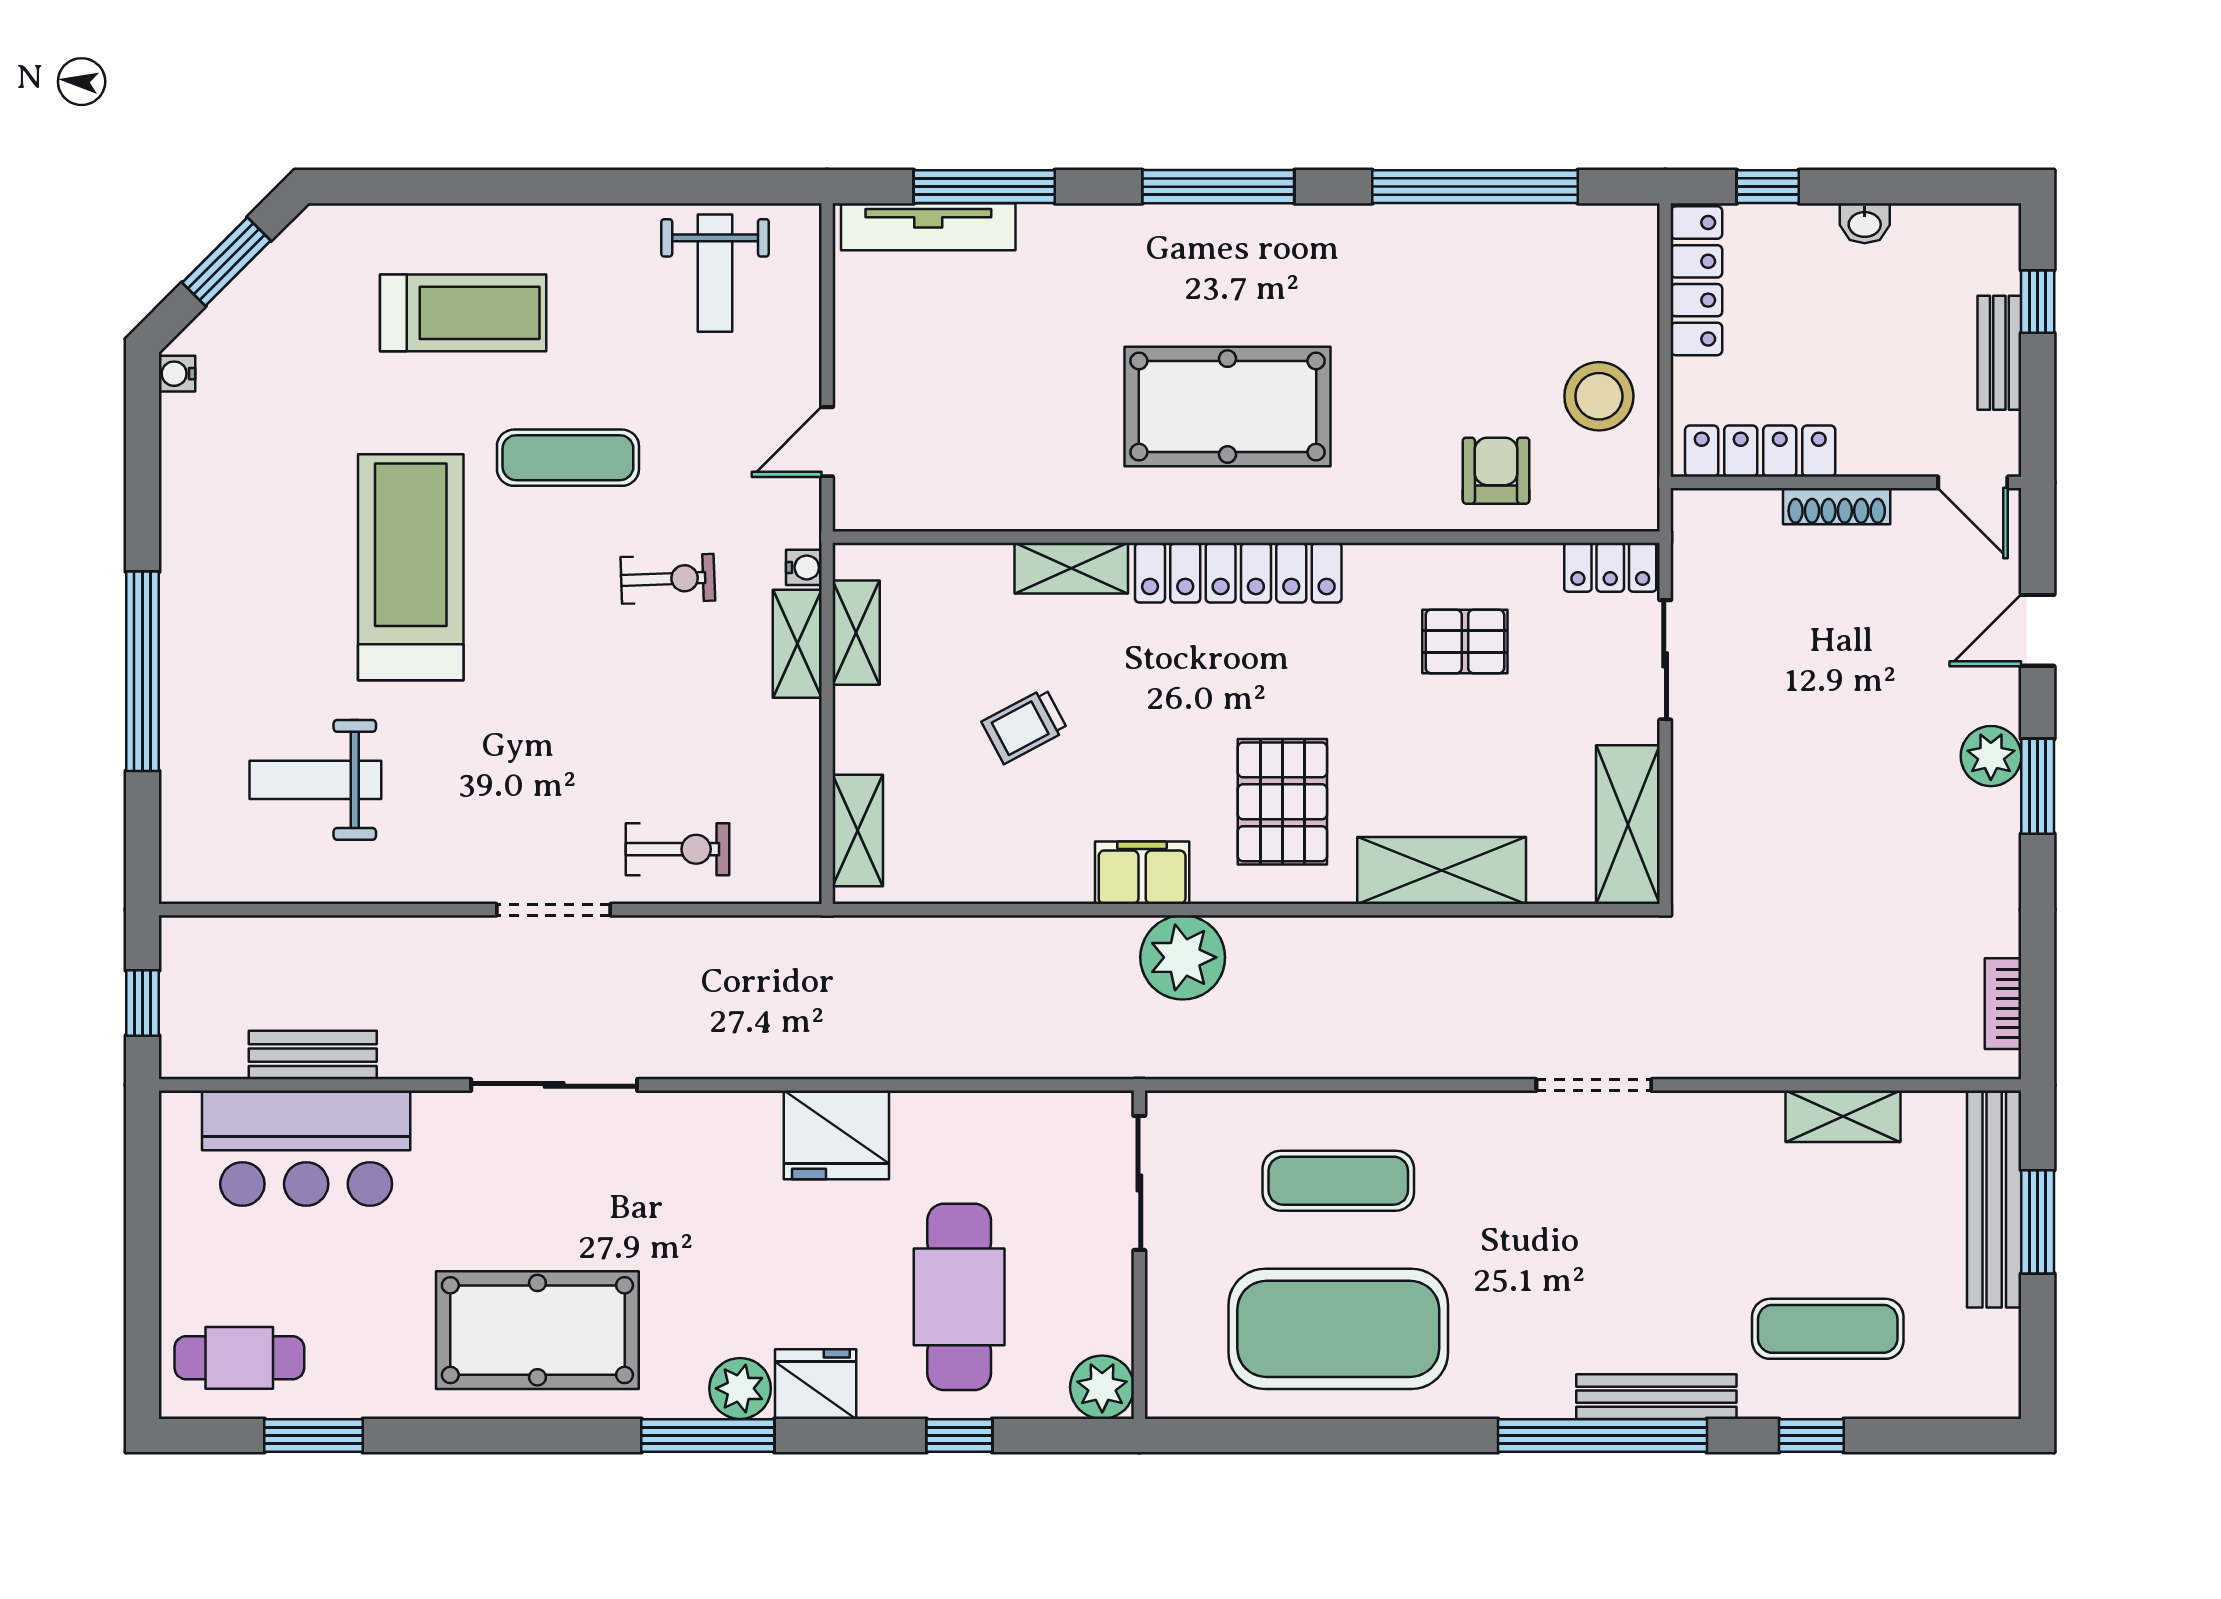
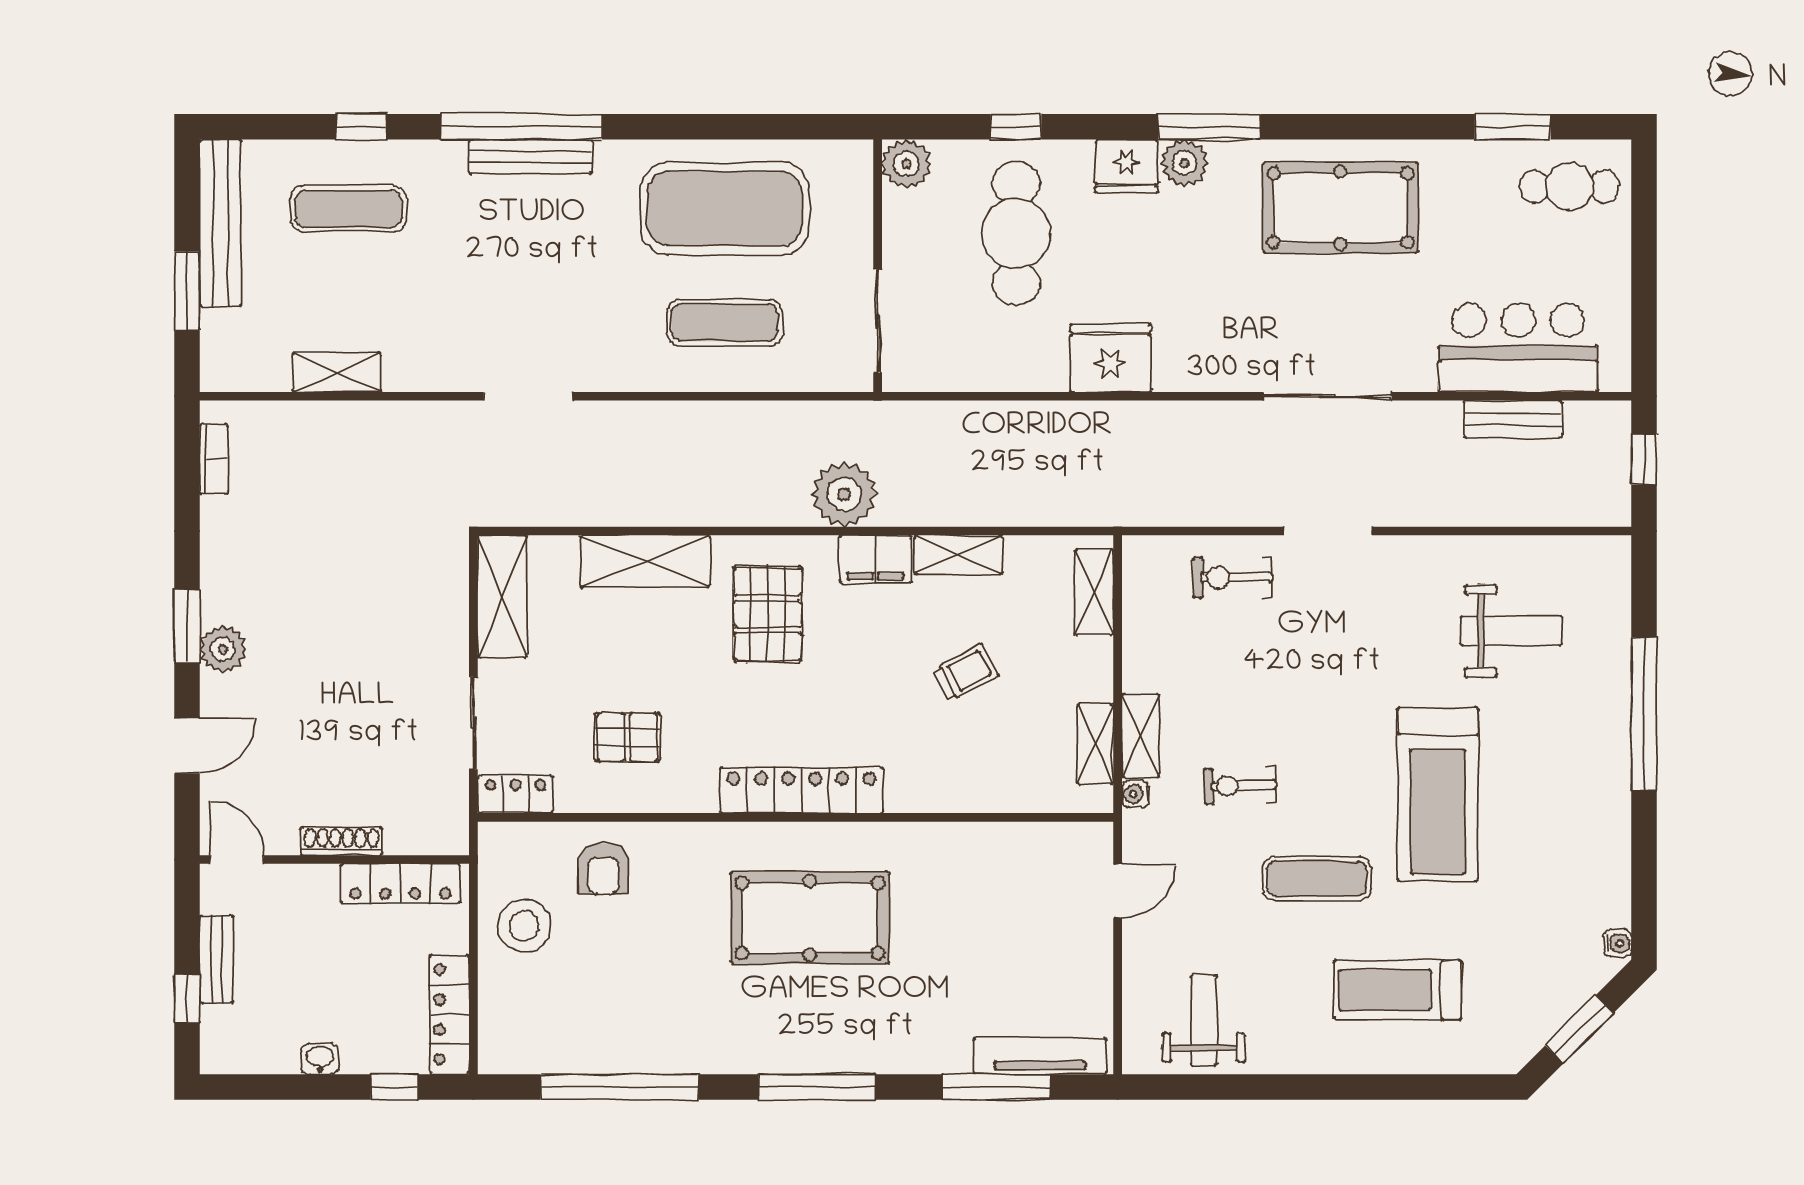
shelving: (1071, 568) -> (959, 555), moved
bench: (1994, 1199) -> (220, 223), moved
bench: (1656, 1397) -> (531, 157), moved

